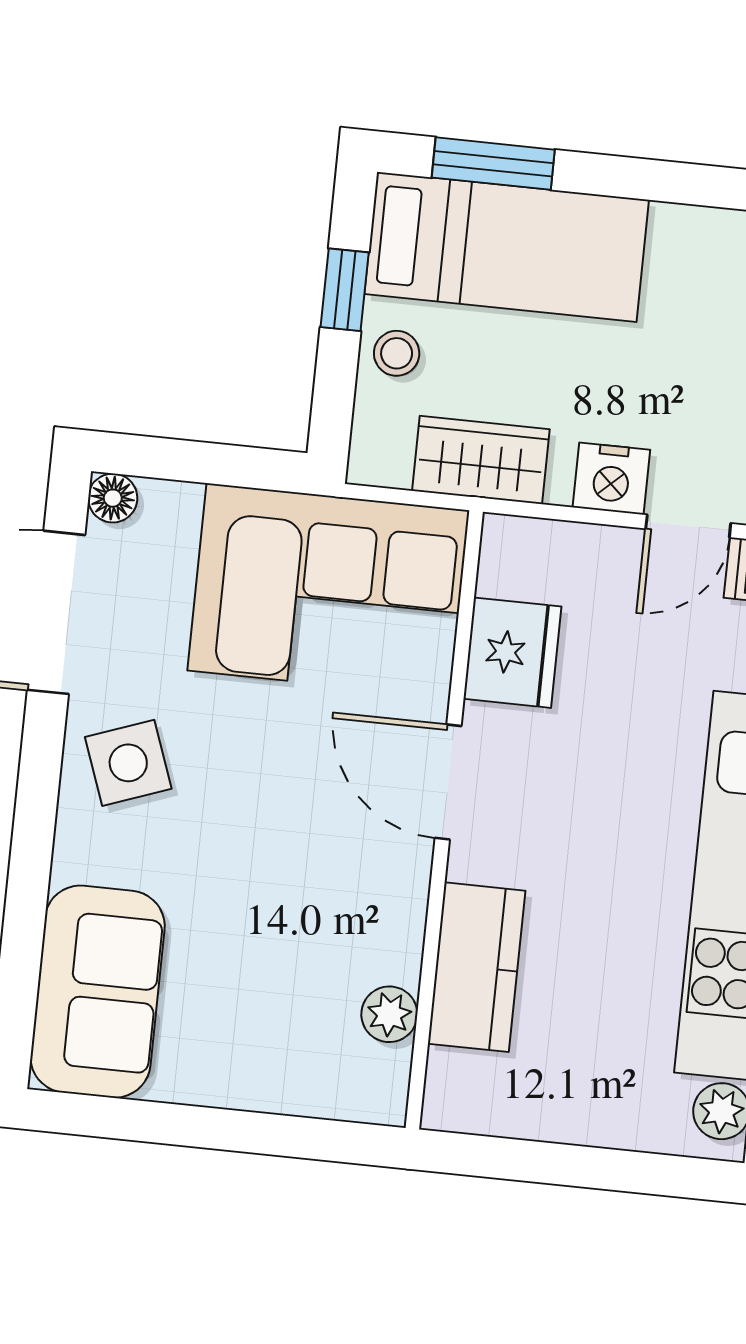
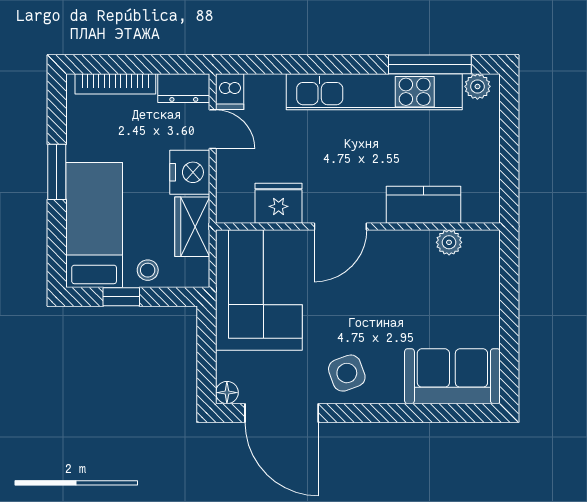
window: (493, 164) -> (57, 172), moved
nightstand: (611, 479) -> (190, 172), width x1.36, depth x1.33

